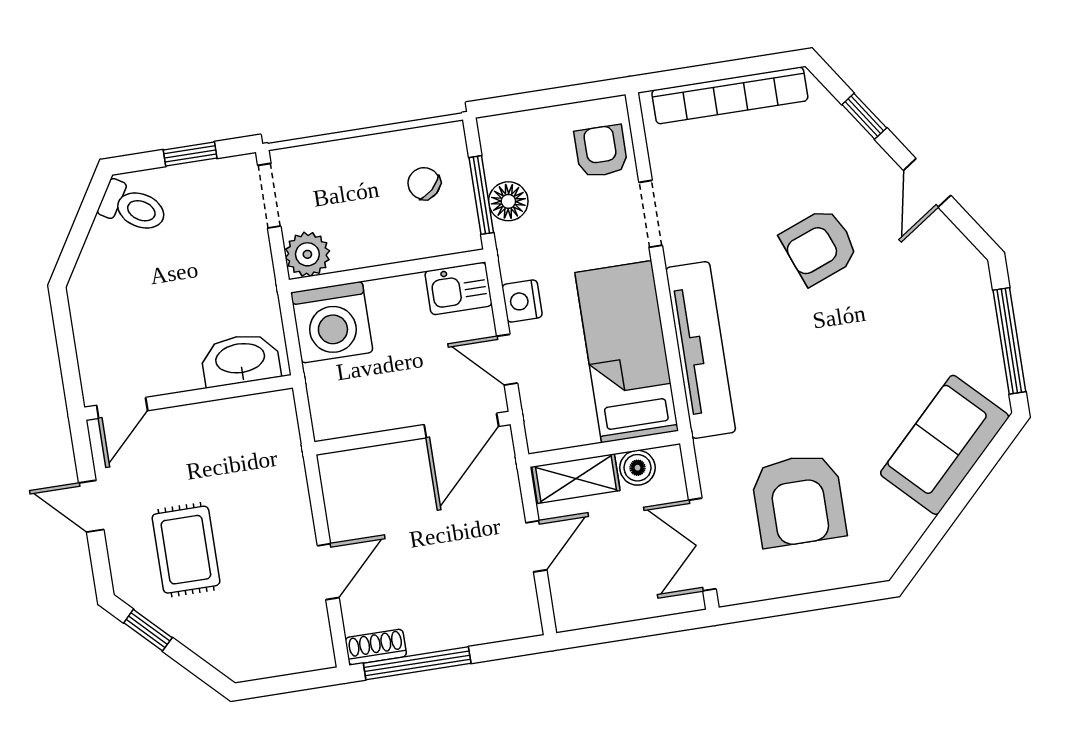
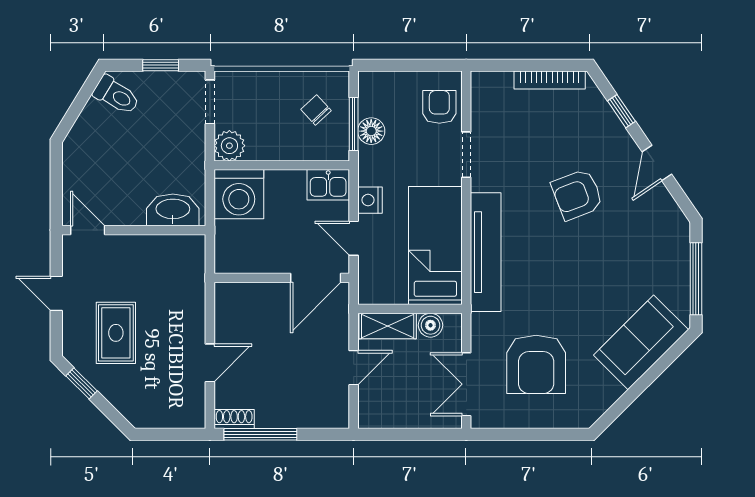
bookcase: (730, 95) -> (550, 80), width x0.68, depth x0.76
door: (122, 408) -> (88, 230), swing flipped

